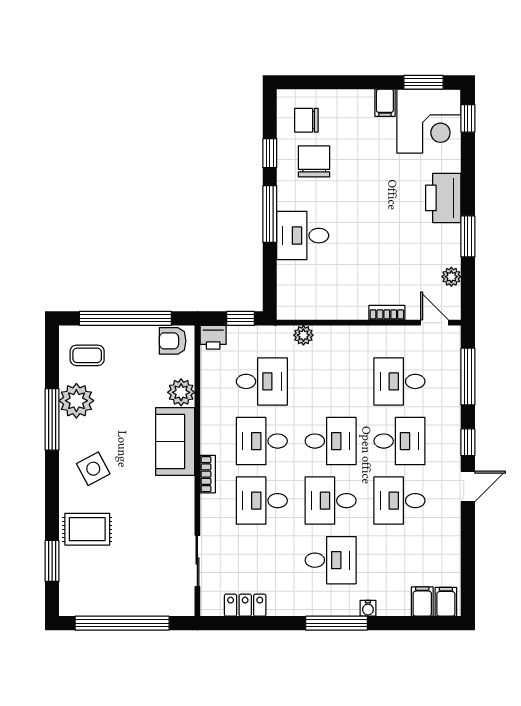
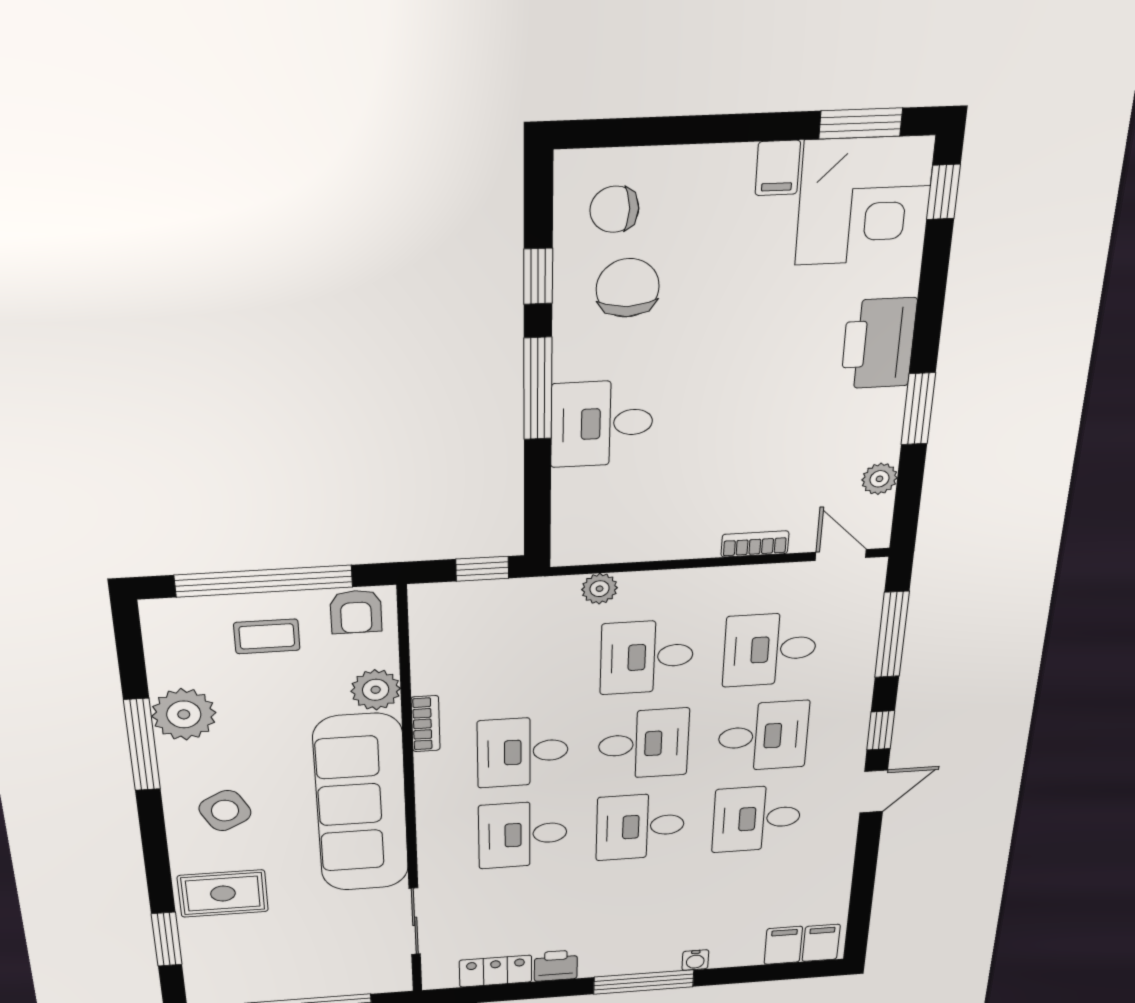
printer: (213, 337) -> (556, 966), moved, turned 180
armchair: (173, 341) -> (356, 612), turned -90
coffee table: (87, 355) -> (267, 636), moved
desk: (262, 381) -> (647, 657), moved, turned 180
sofa: (175, 442) -> (361, 804), width x1.85, depth x1.27
bookcase: (208, 474) -> (426, 724), moved
desk: (331, 560) -> (637, 904), removed

